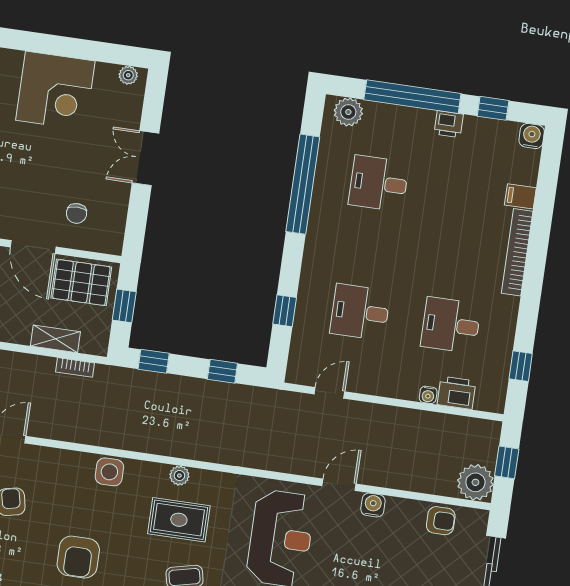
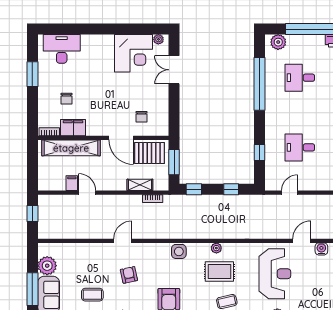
corner desk: (55, 91) -> (134, 53), moved
double door: (146, 158) -> (174, 70), moved
window: (124, 306) -> (174, 162), width x1.50

